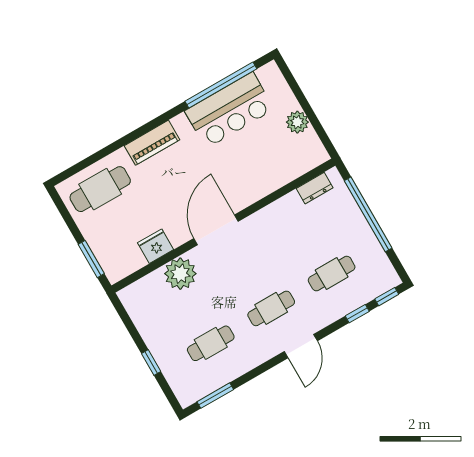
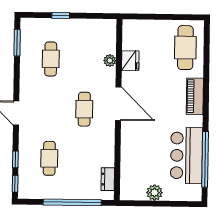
window: (91, 259) -> (146, 17), removed
plant: (180, 274) -> (110, 61), width x0.53, depth x0.53
cafe table: (271, 308) -> (84, 109), moved

